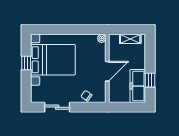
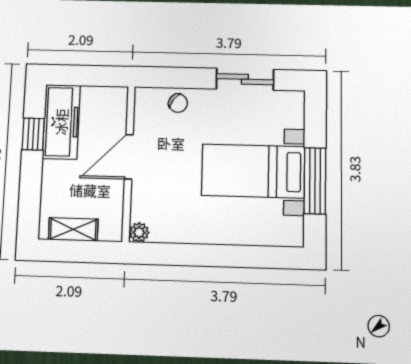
bed with nightstands: (53, 60) -> (253, 171), width x0.73
window: (26, 63) -> (315, 181), width x2.17

